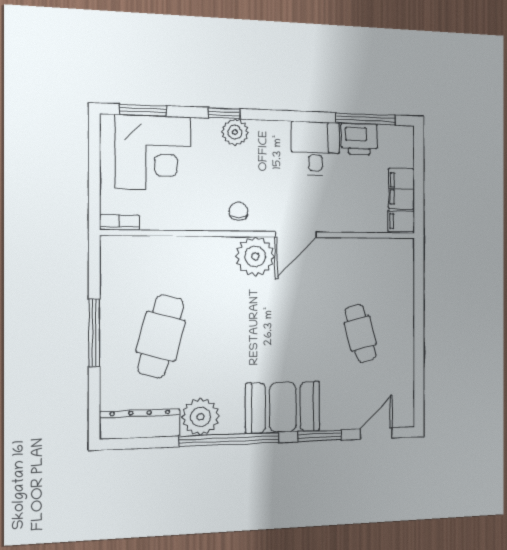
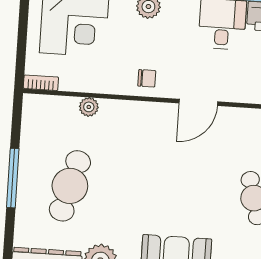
chair: (238, 211) -> (147, 78), turned 90
plant: (255, 256) -> (89, 107), moved, width x0.53, depth x0.53

